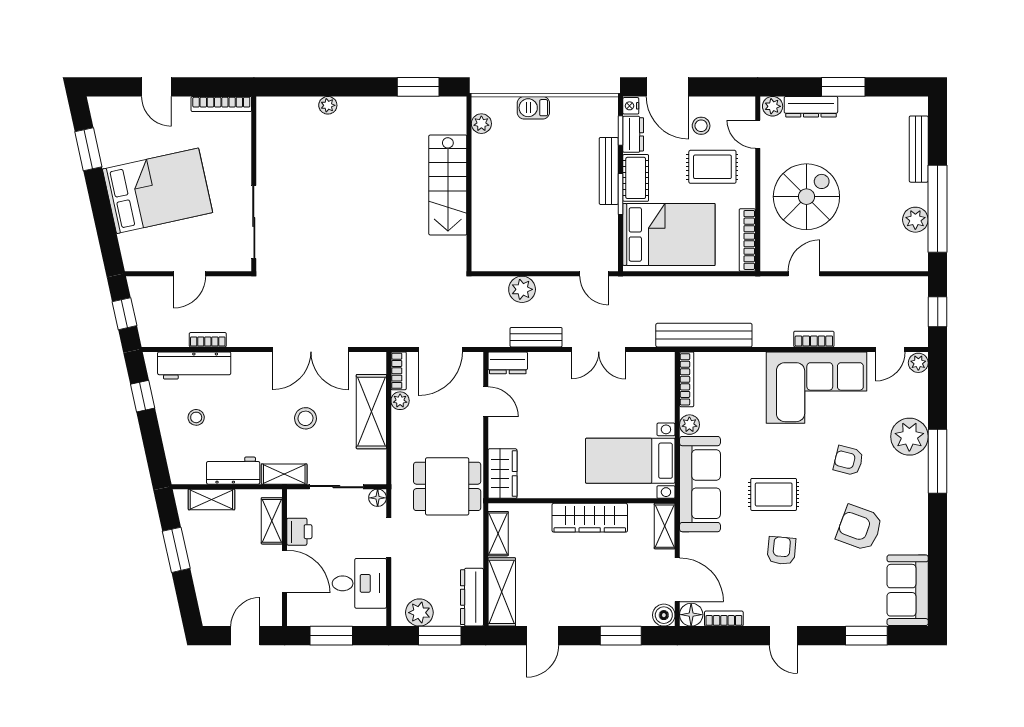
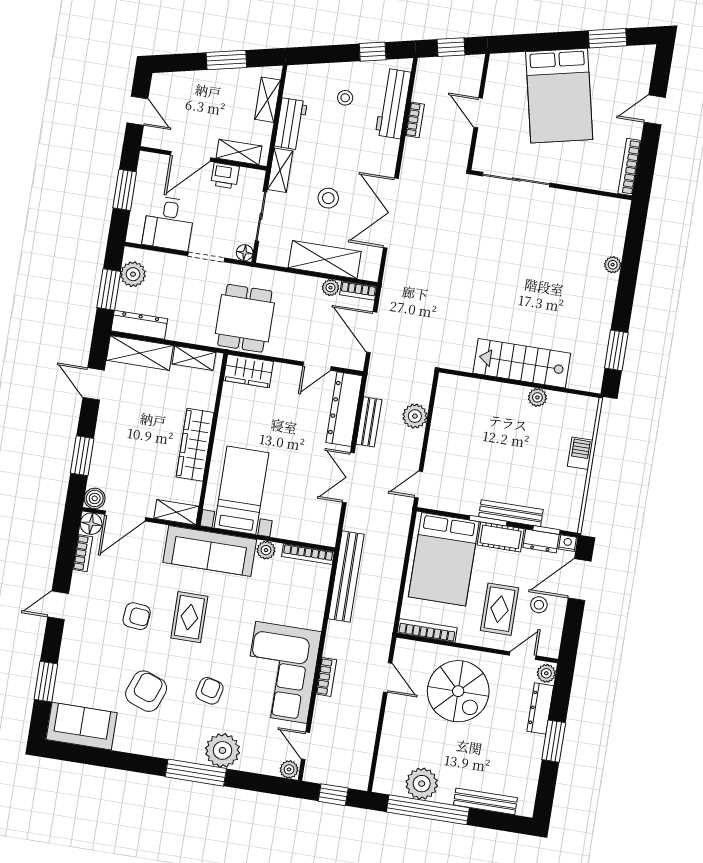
plant: (481, 124) -> (537, 397), moved
plant: (915, 220) -> (422, 784), width x1.36, depth x1.36
dresser: (508, 363) -> (344, 409), width x1.96, depth x1.24

